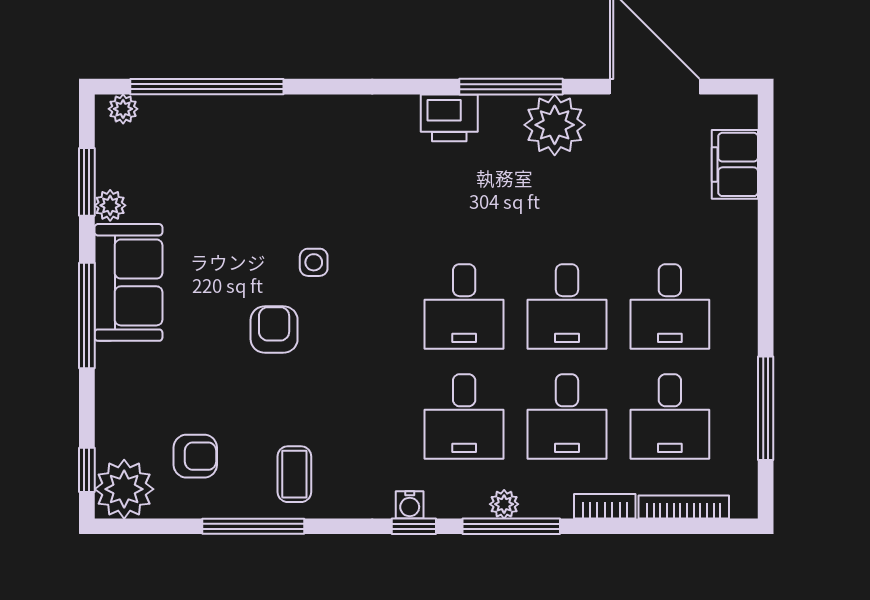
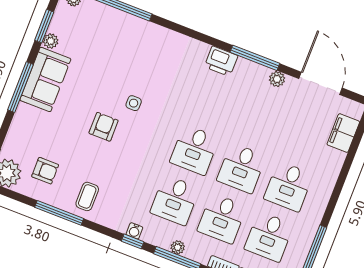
plant: (555, 125) -> (277, 79), width x0.53, depth x0.53

